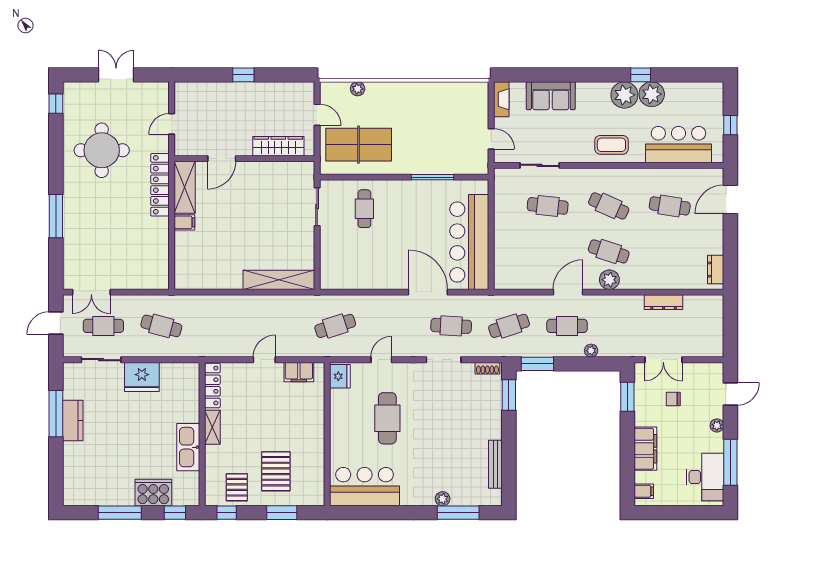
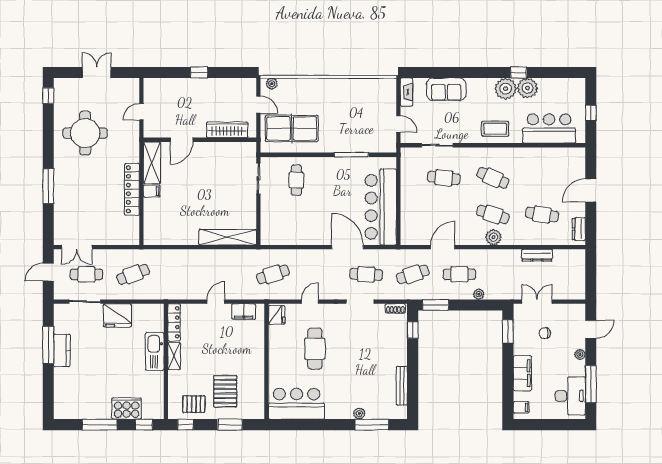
plant: (358, 89) -> (272, 84), moved
locker: (160, 185) -> (132, 189), moved
door: (730, 199) -> (591, 190), moved
cafe table: (670, 206) -> (542, 215), moved
door: (568, 292) -> (443, 247), moved
cafe table: (161, 326) -> (133, 274), turned -36
double door: (663, 360) -> (537, 302), swing flipped
window: (509, 395) -> (413, 330), width x0.67
kitchen sink: (188, 447) -> (155, 351), moved
pallet: (237, 487) -> (194, 404), turned 90

